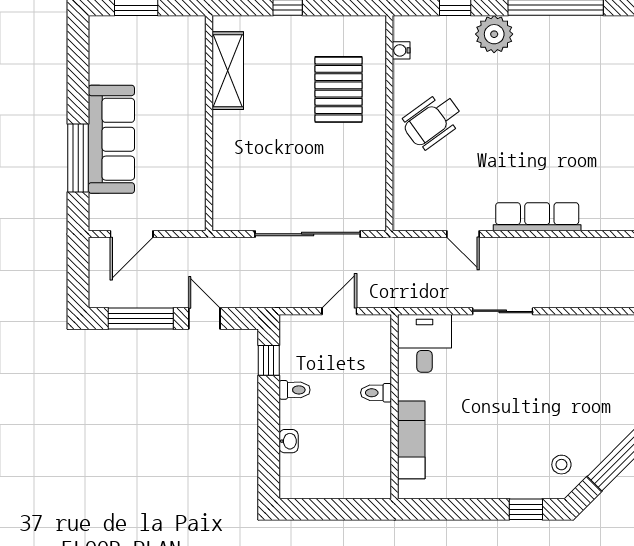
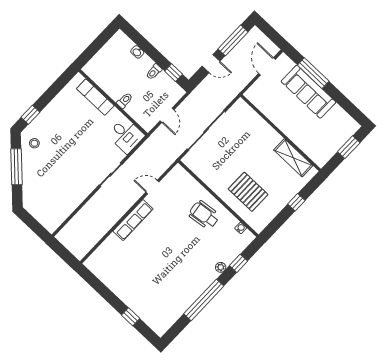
plant: (494, 34) -> (221, 267), width x0.53, depth x0.53
wheelchair: (432, 121) -> (204, 215), turned -61

